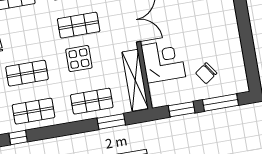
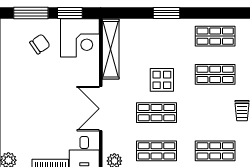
corner desk: (163, 61) -> (80, 38), moved, turned -90
shop shelf: (92, 101) -> (157, 36), removed
window: (111, 121) -> (166, 13), moved
window: (18, 137) -> (235, 13), removed

